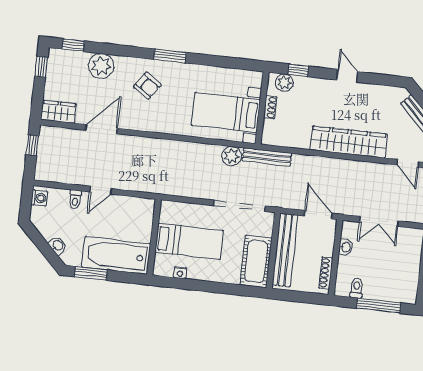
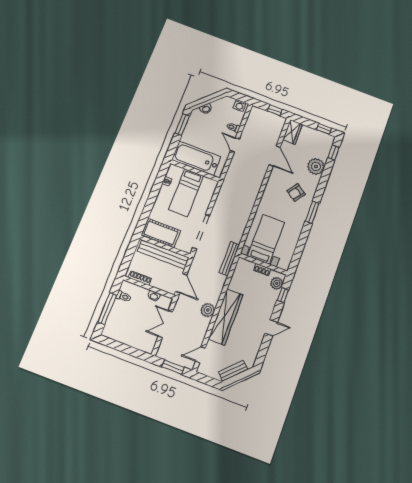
plant: (232, 156) -> (208, 310), moved
door: (318, 215) -> (181, 283), hinge flipped
bathtub: (116, 255) -> (196, 158), moved, turned -90

